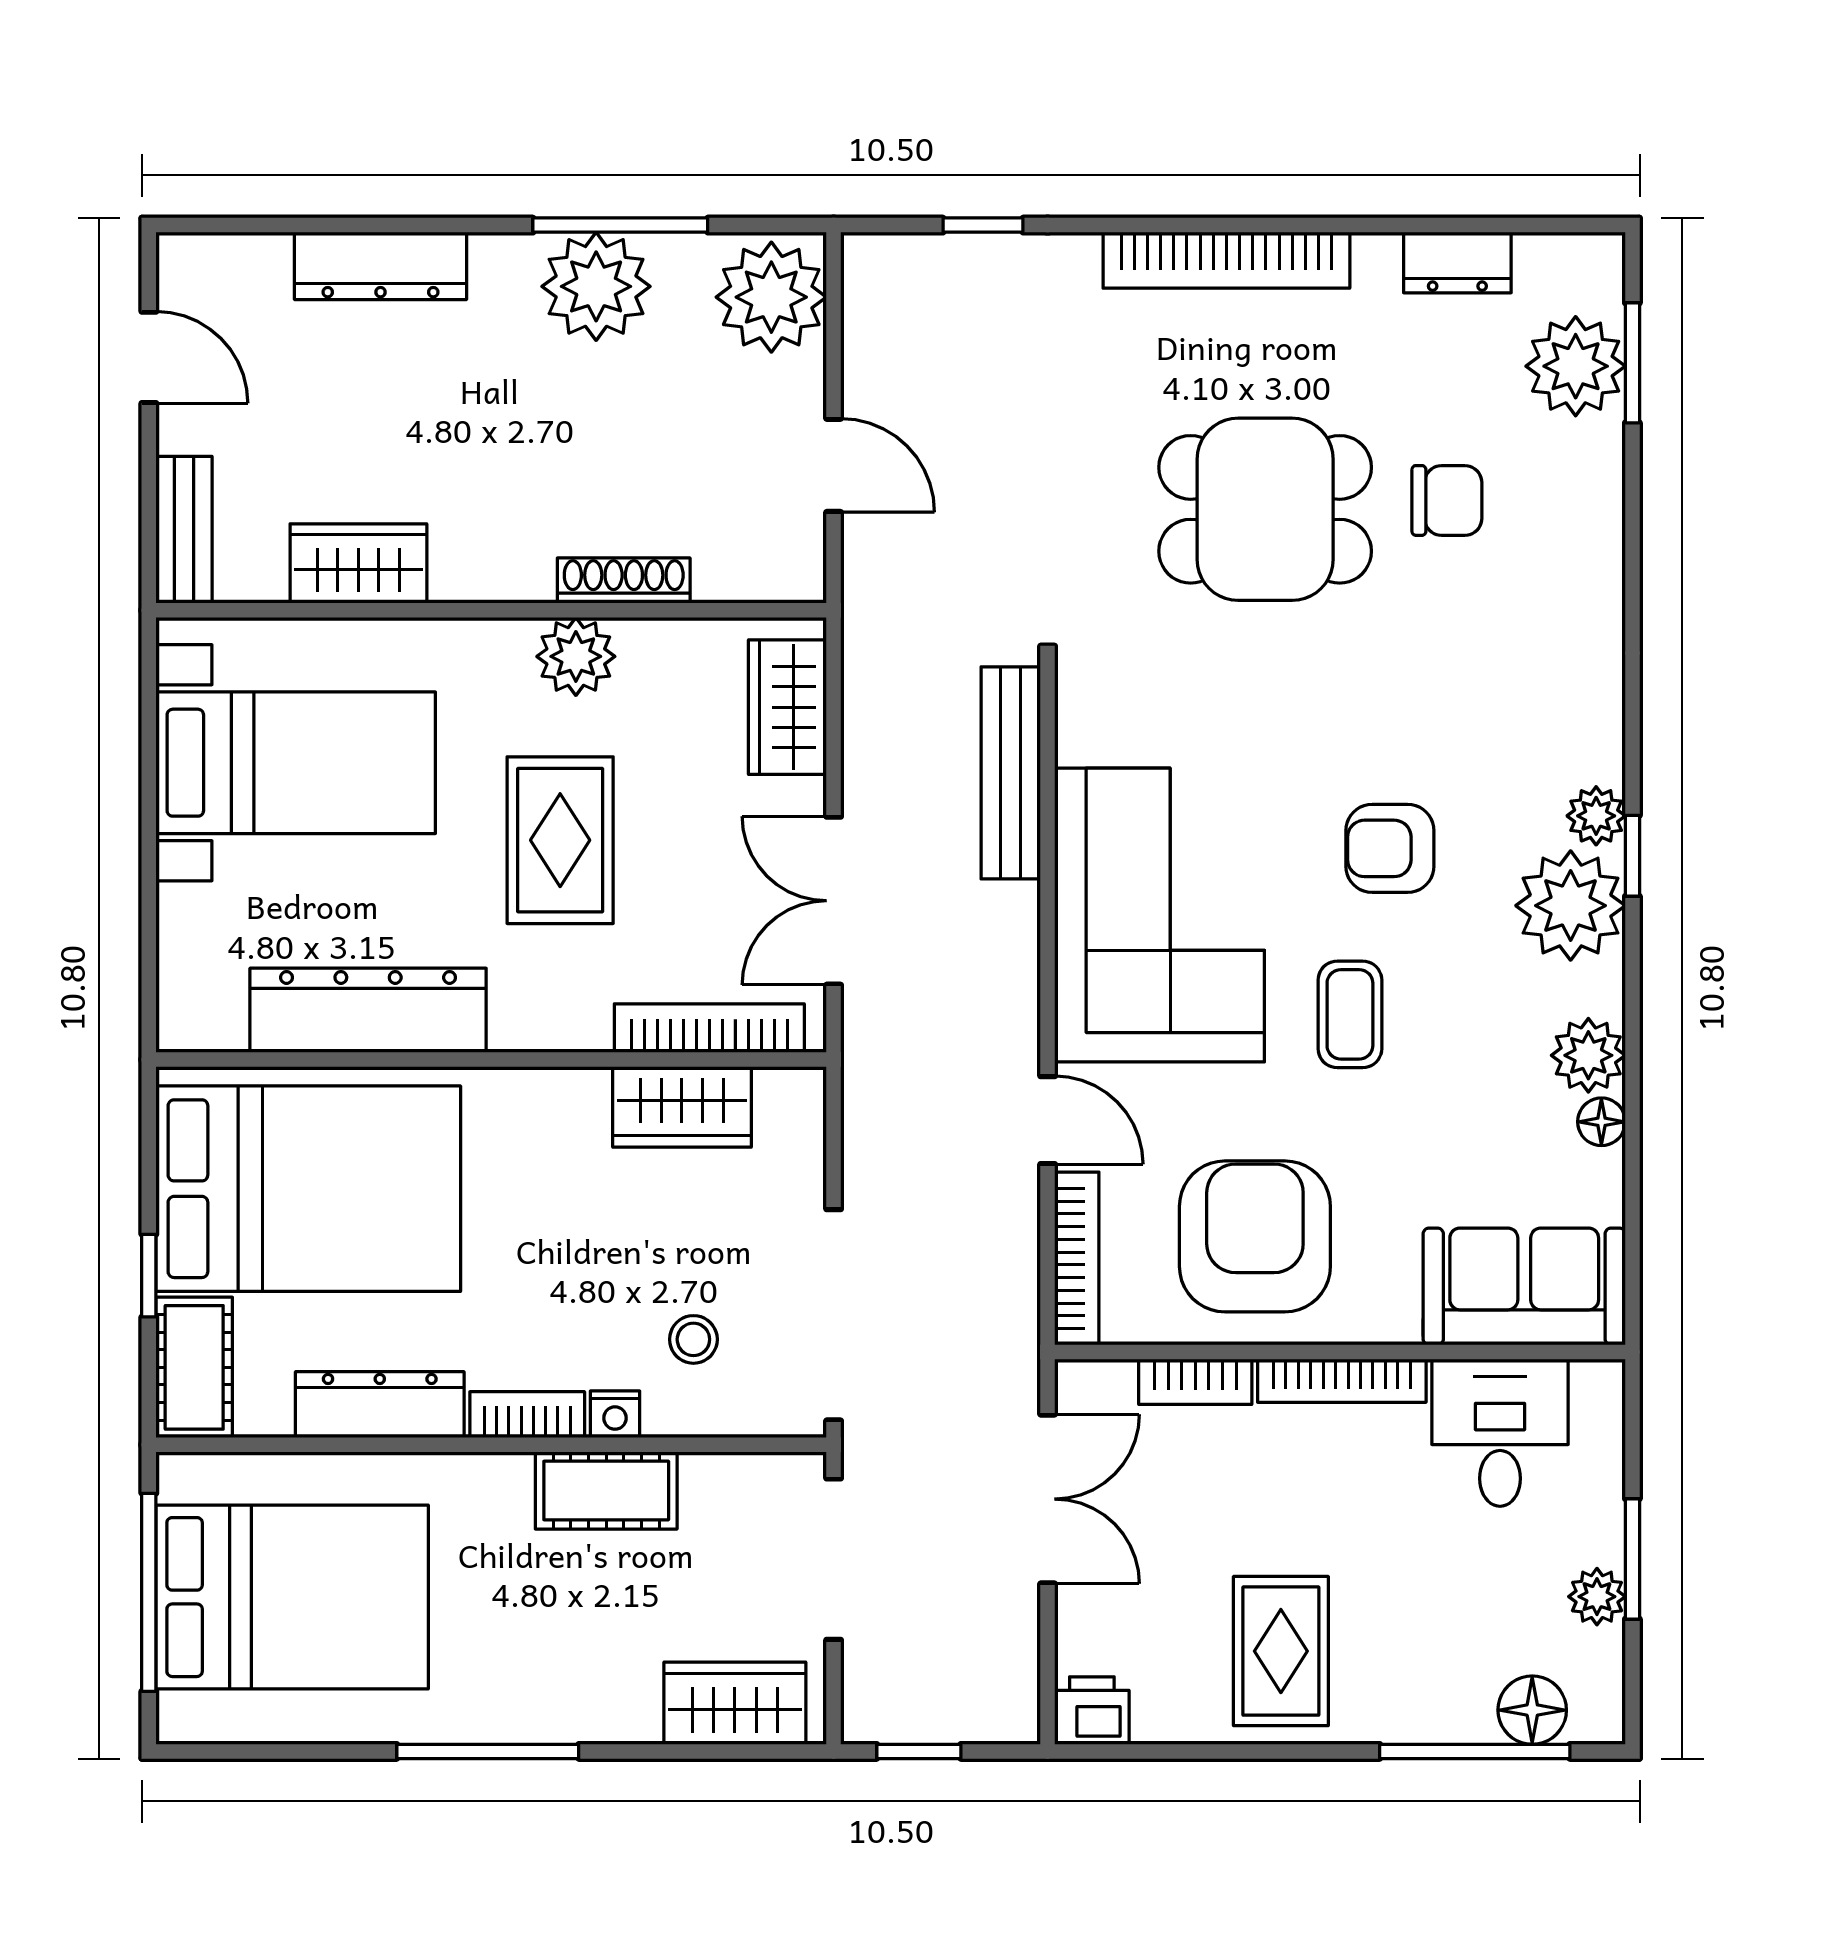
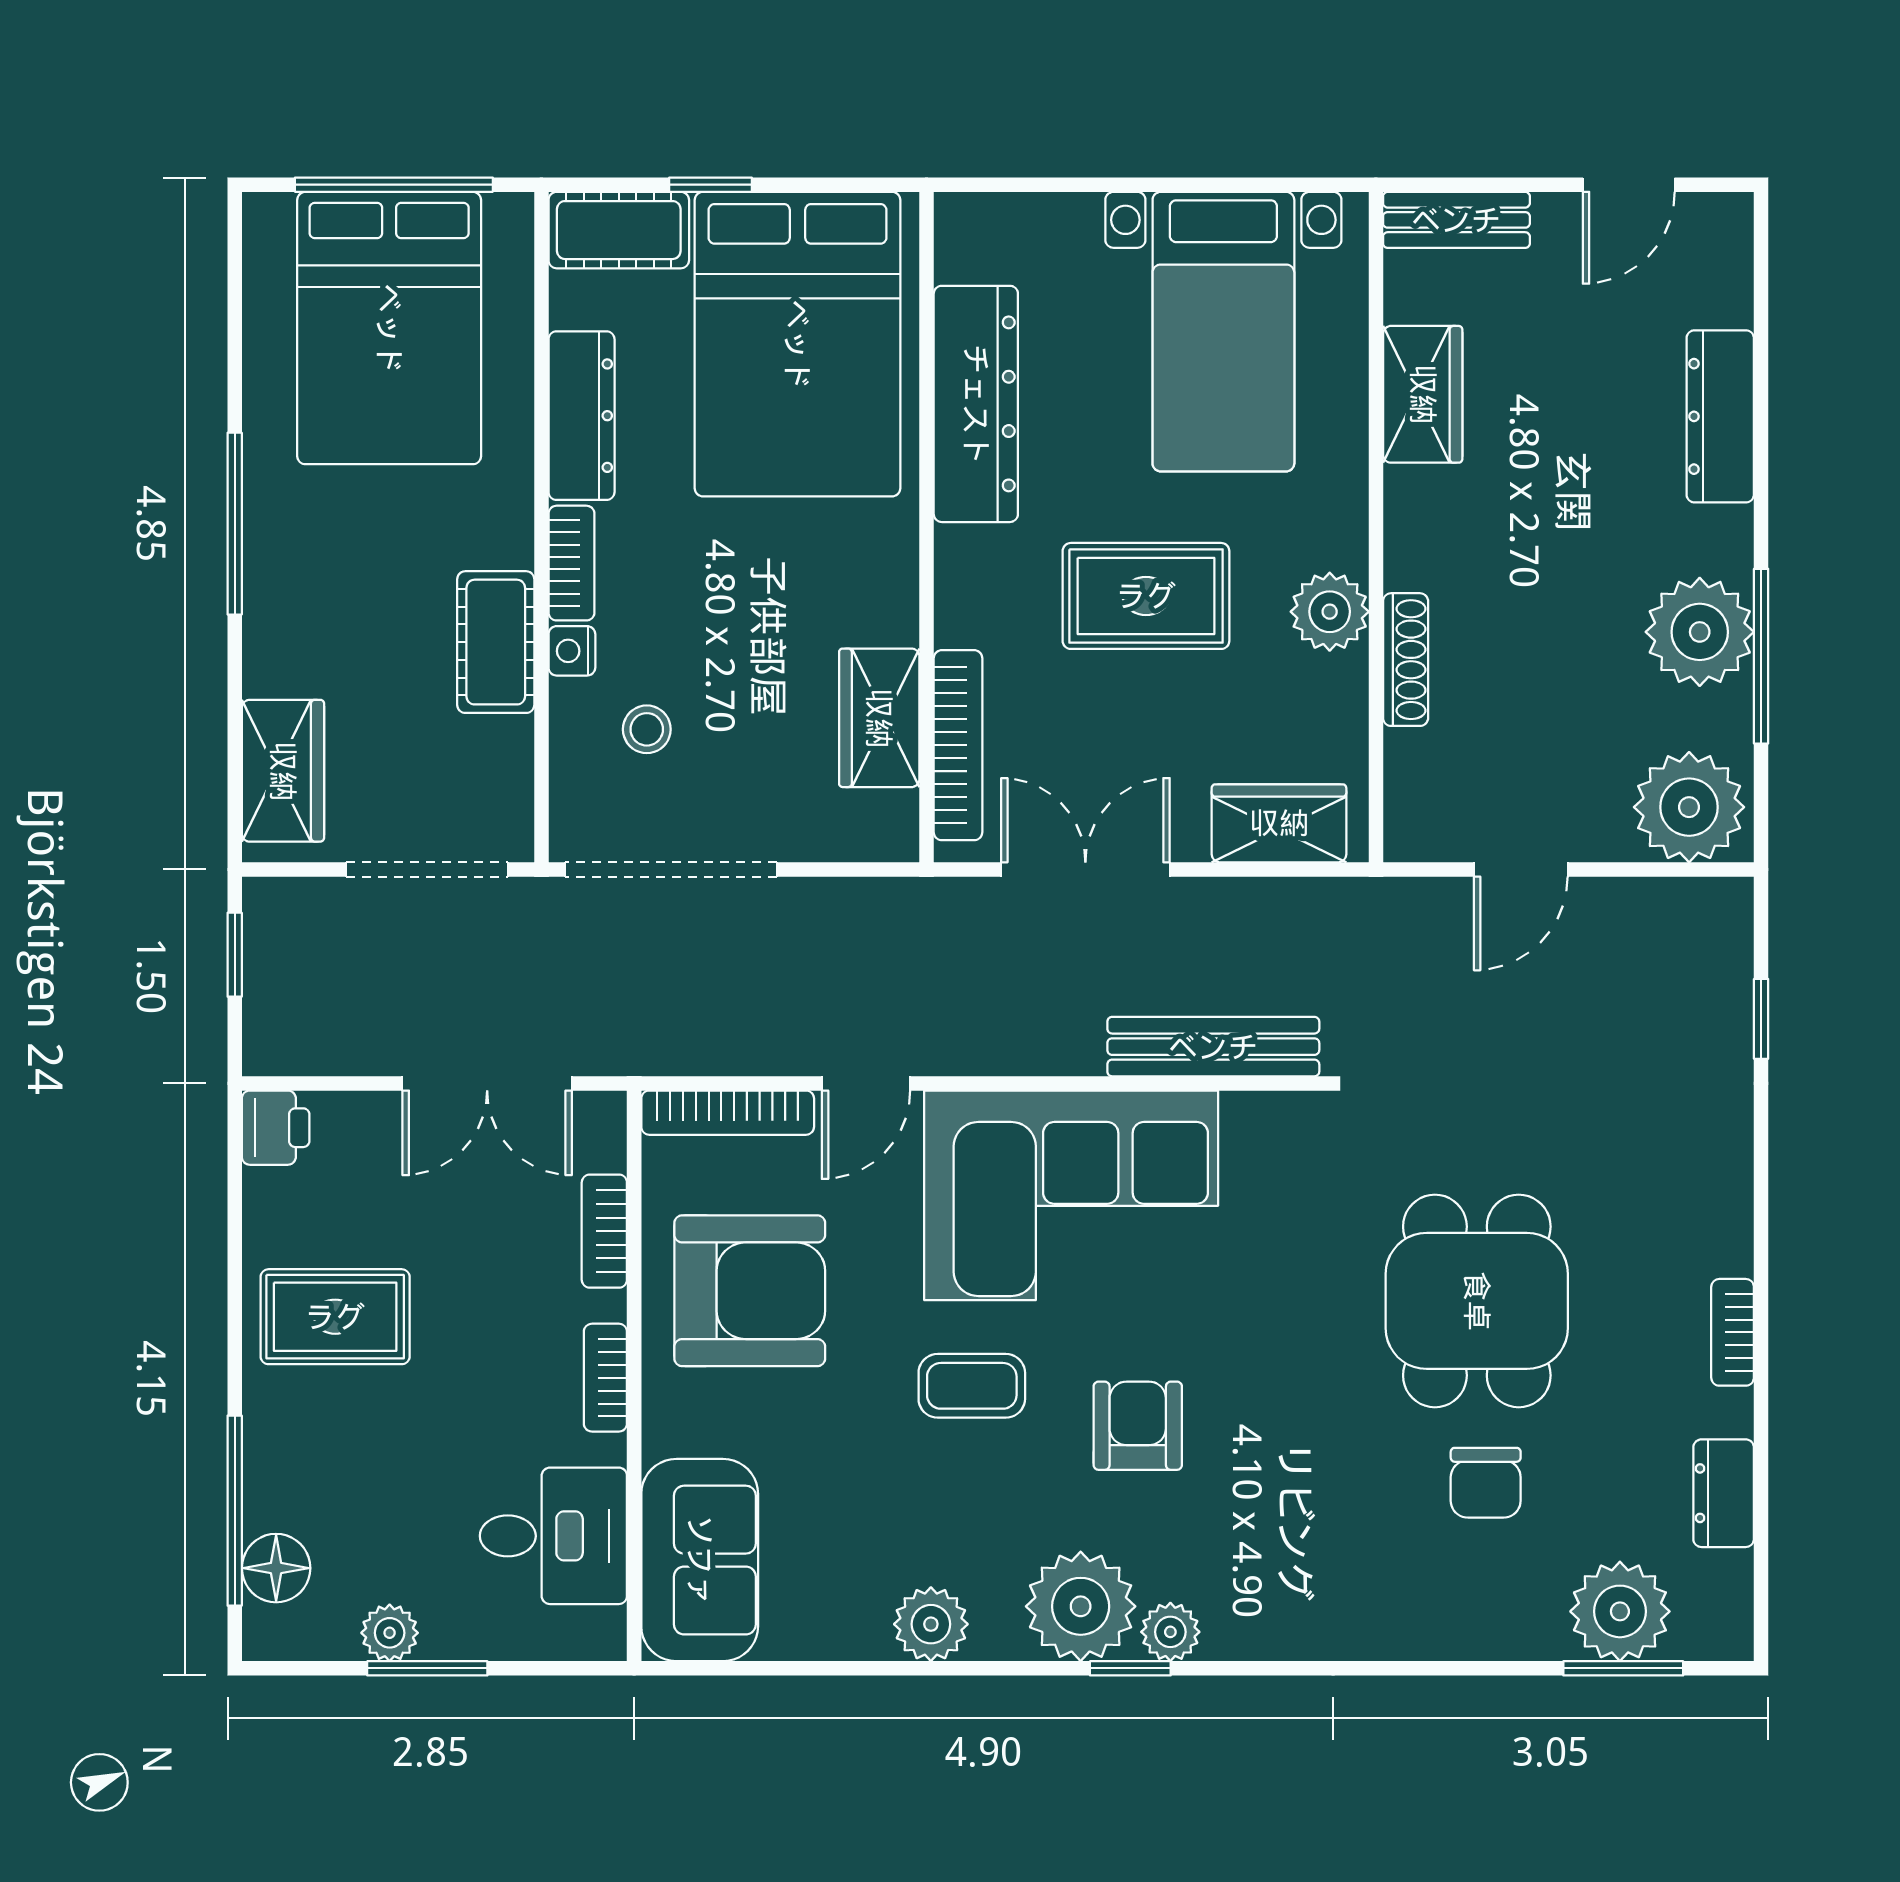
bookcase: (1226, 260) -> (1733, 1332), width x0.43, depth x0.76
floor lamp: (1601, 1122) -> (864, 1637), removed
bookcase: (1342, 1381) -> (605, 1378), width x0.64

